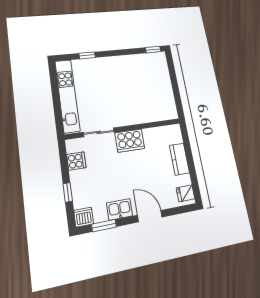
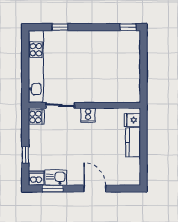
cooker: (130, 141) -> (88, 115), width x0.53, depth x0.76
cooker: (76, 161) -> (36, 117), moved
fridge: (186, 193) -> (132, 120), moved
kitchen sink: (120, 209) -> (56, 178), moved

